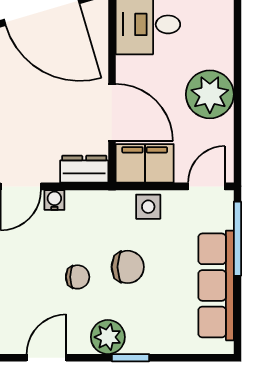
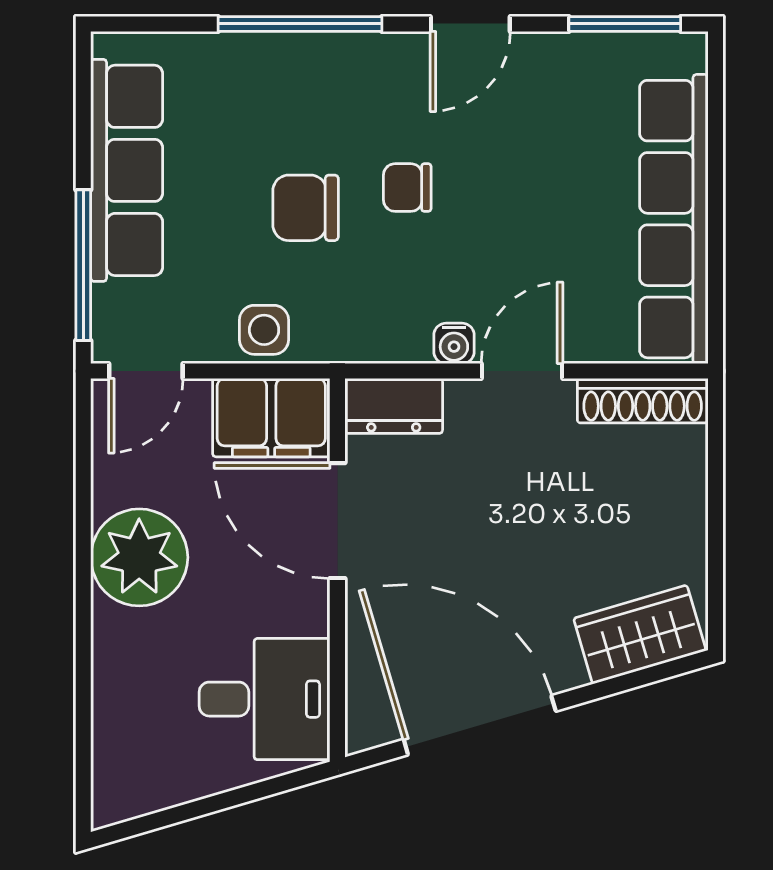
plant: (108, 337) -> (346, 66), removed
window: (130, 358) -> (300, 24), width x2.17

